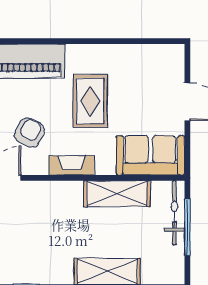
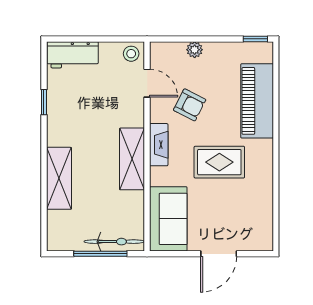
shelving: (117, 194) -> (132, 159), moved

